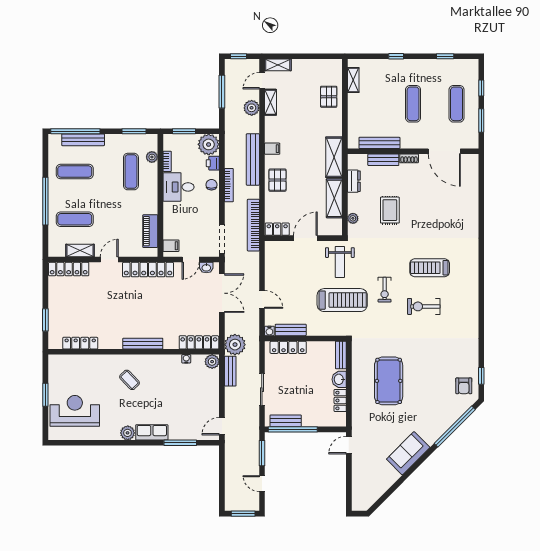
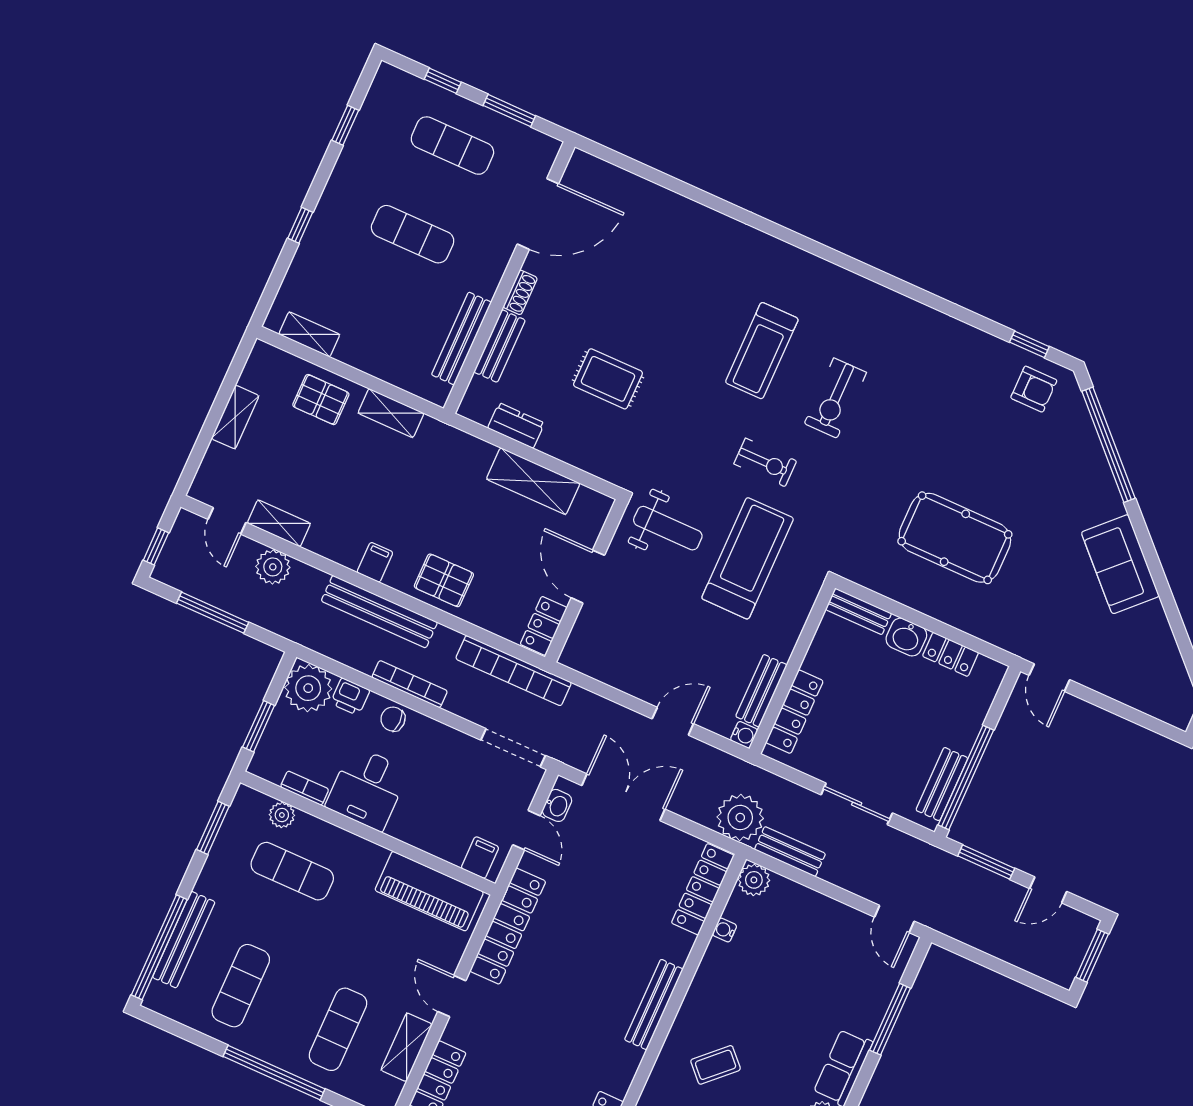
shelving: (278, 65) -> (235, 417), moved
shelving: (334, 157) -> (391, 413), moved, width x0.67, depth x0.75
plant: (353, 218) -> (591, 462), removed
piano: (150, 231) -> (429, 891), width x1.37, depth x1.33

